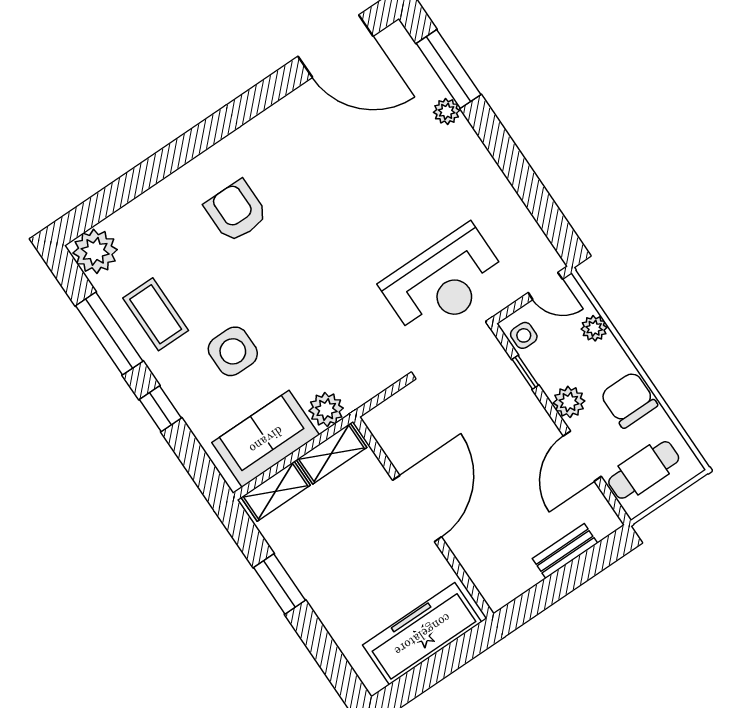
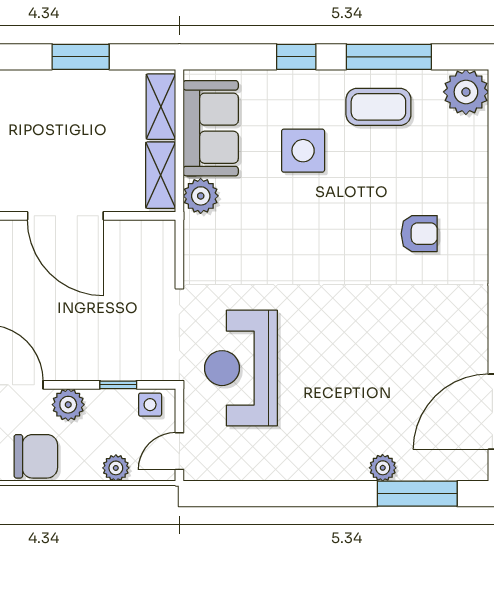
armchair: (236, 211) -> (419, 234), width x0.72, depth x0.72

